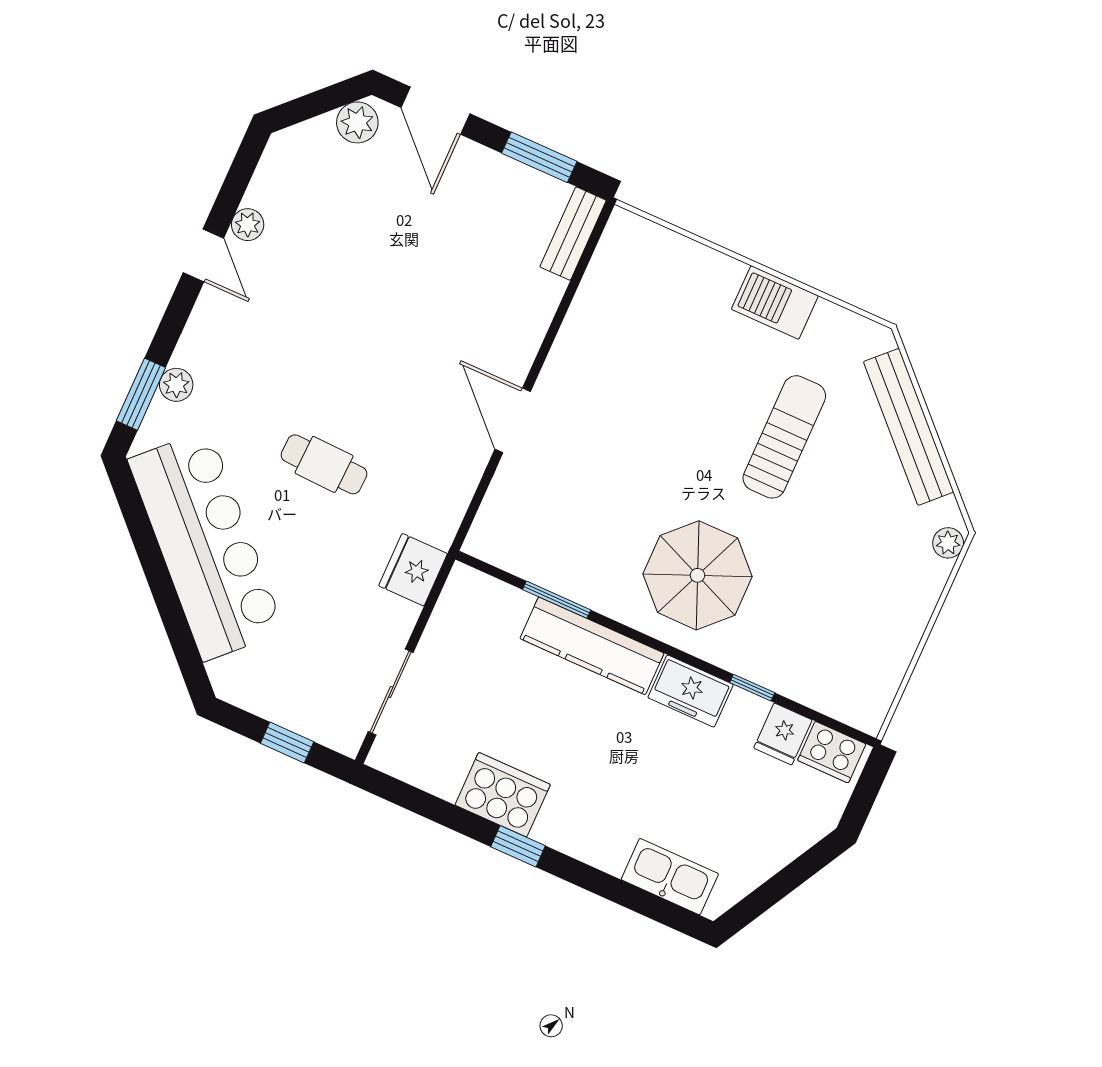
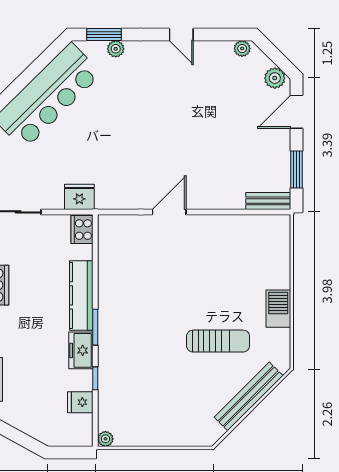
plant: (248, 225) -> (242, 49), moved
door: (203, 255) -> (181, 34), hinge flipped
cafe table: (324, 464) -> (110, 134), removed
plant: (948, 543) -> (105, 439), moved
parasol: (698, 575) -> (136, 330), removed
window: (557, 600) -> (95, 327), moved
cooker: (832, 752) -> (82, 230), moved

